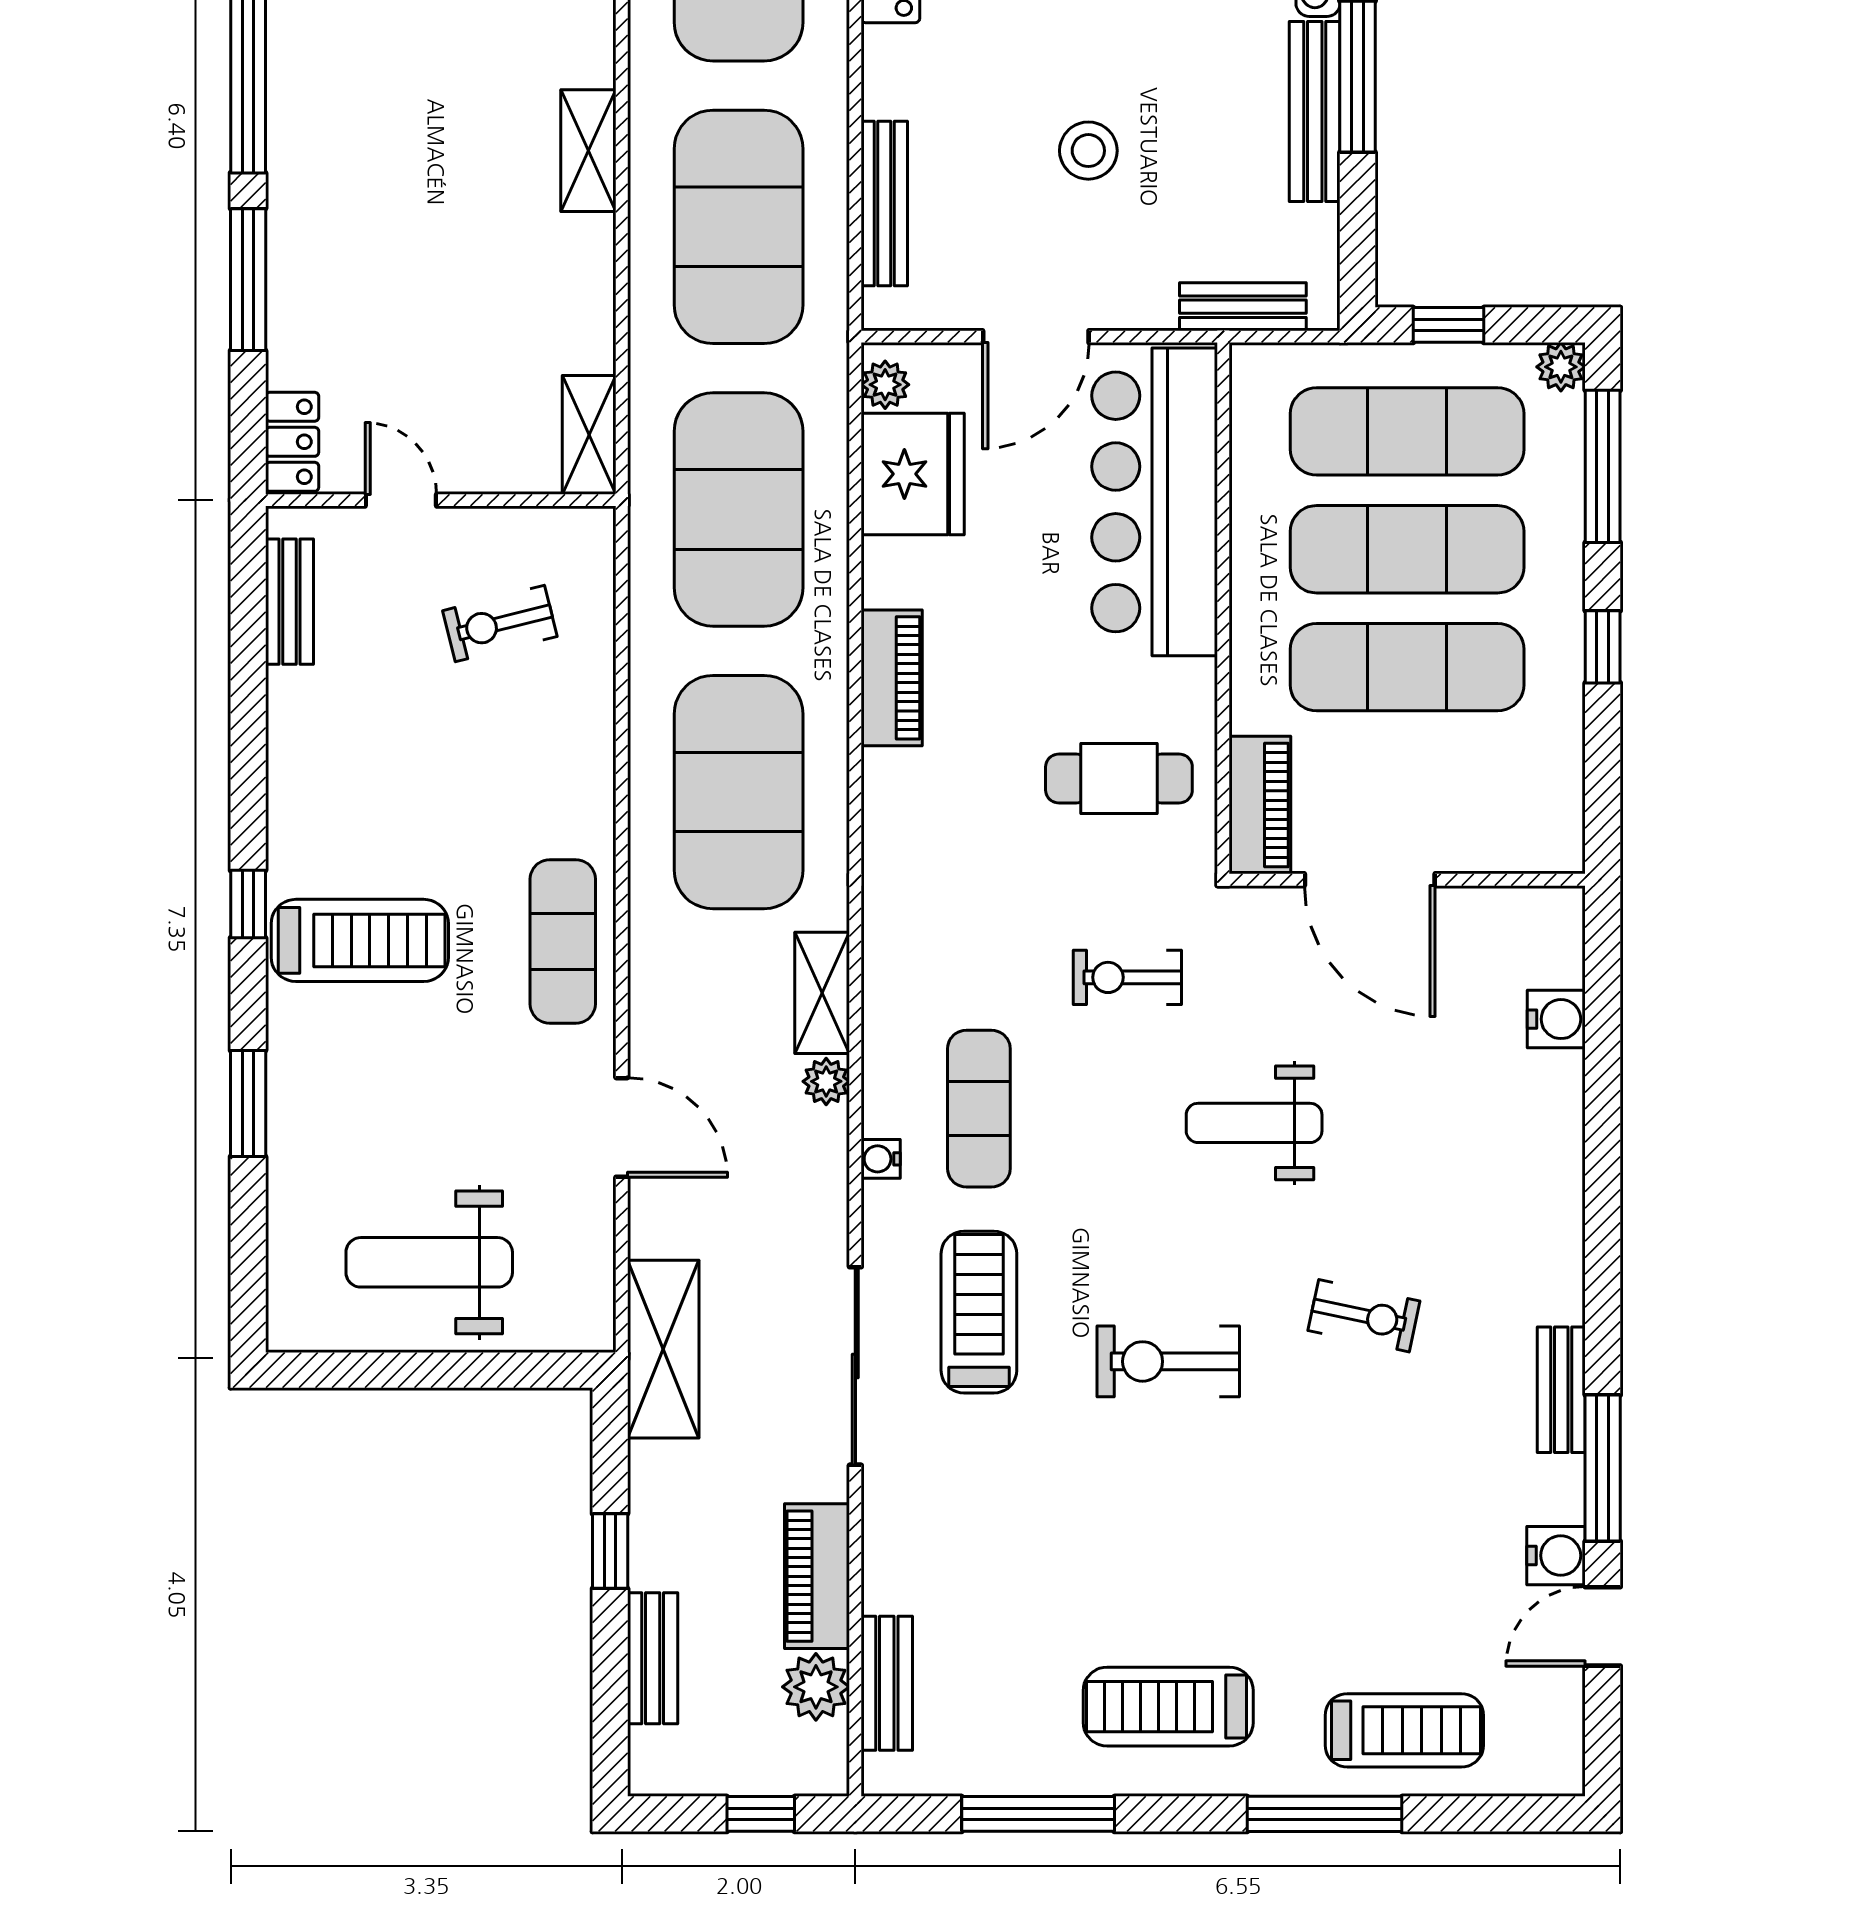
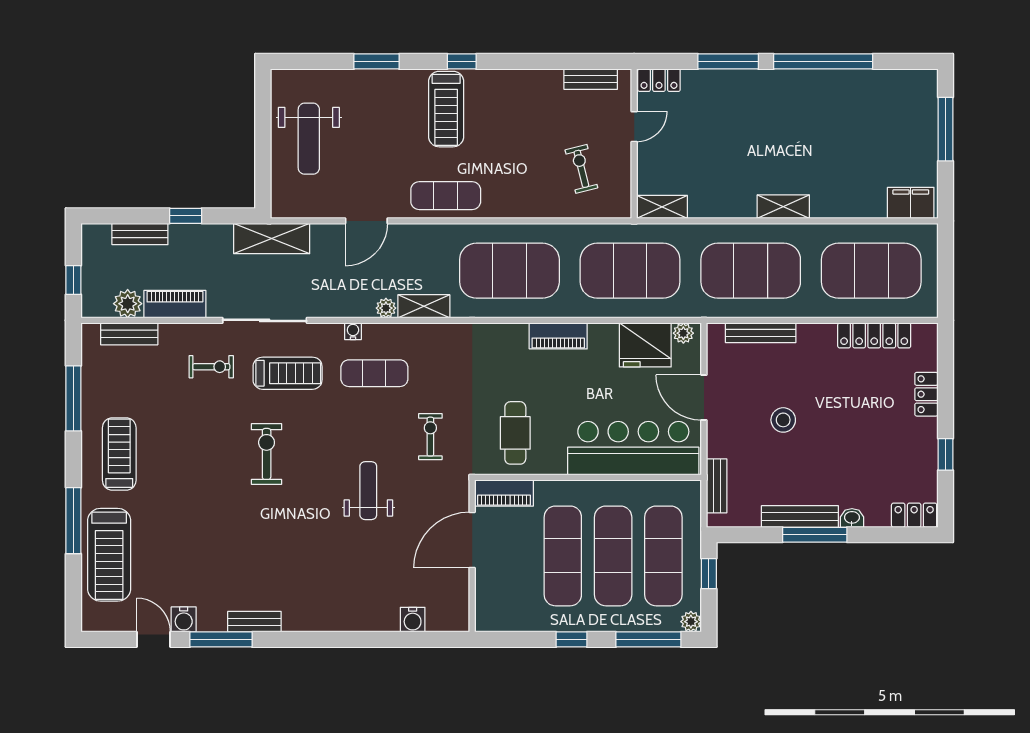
weight bench: (429, 1262) -> (309, 139), turned 180
exercise bike: (1364, 1316) -> (211, 367), moved, turned -102
treadmill: (1404, 1730) -> (109, 555), width x1.37, depth x1.38

